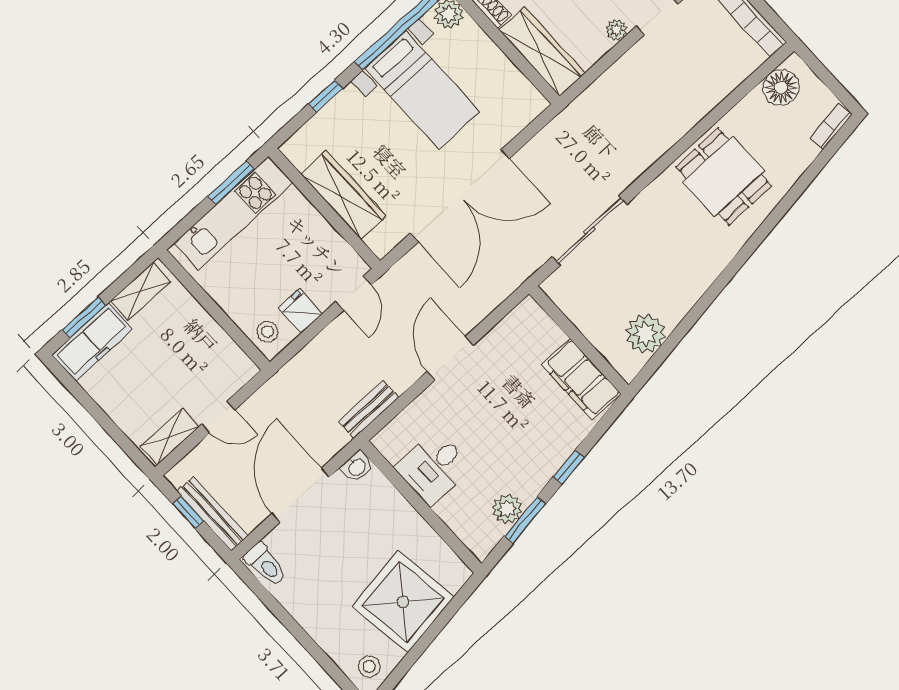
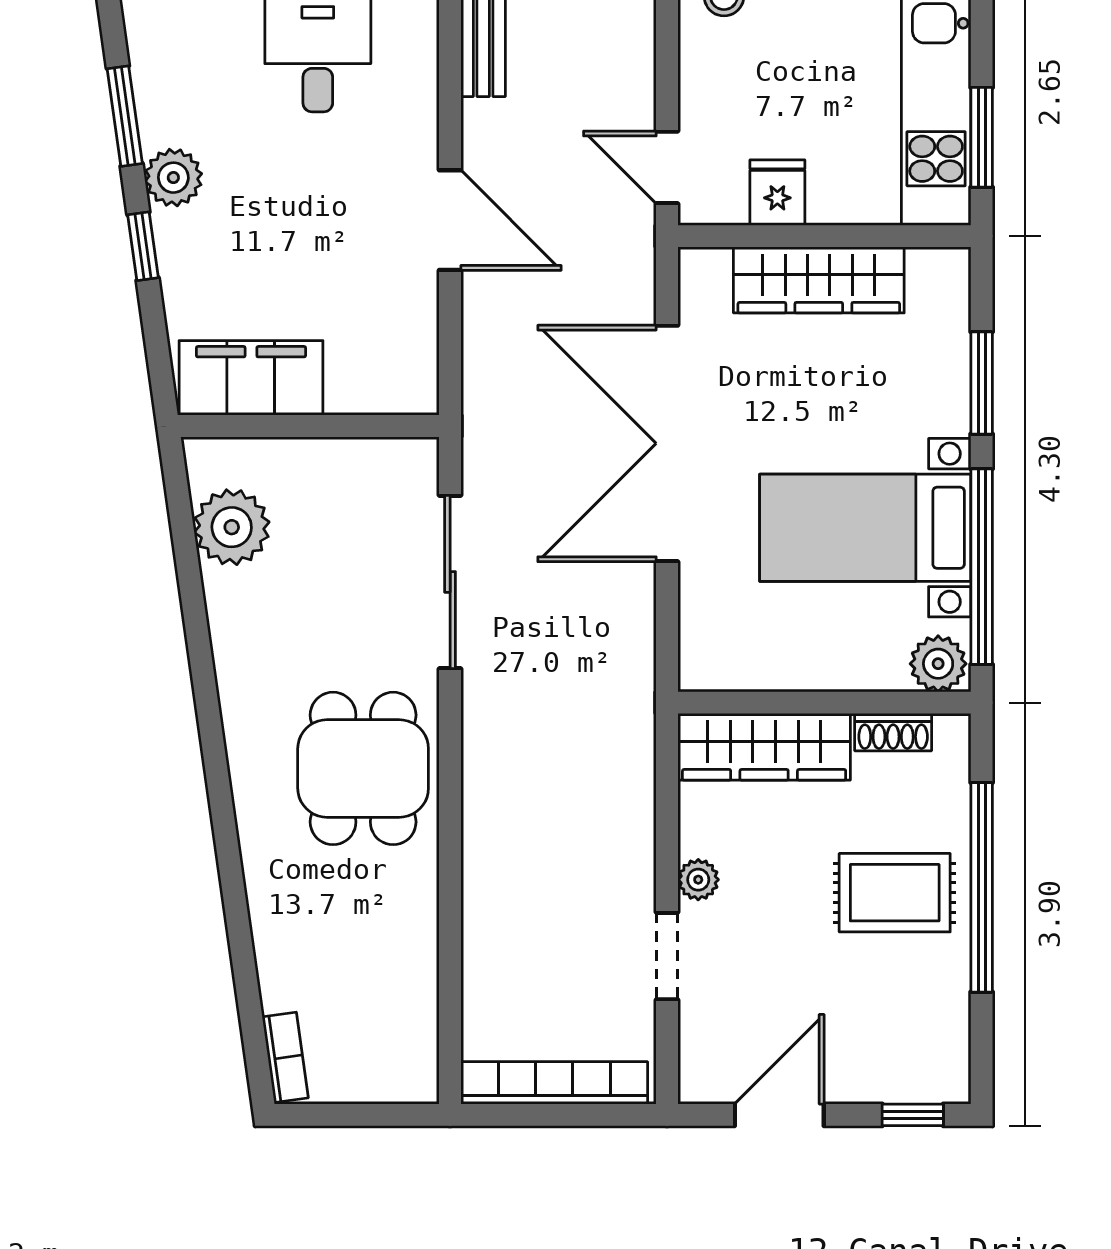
floor lamp: (781, 87) -> (404, 1038), removed
window: (325, 96) -> (982, 383), width x1.50
dining table: (724, 176) -> (363, 768), moved, turned 90
fridge: (300, 311) -> (777, 193), moved, turned -90
plant: (507, 509) -> (173, 178), moved

